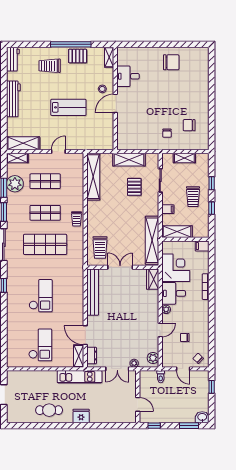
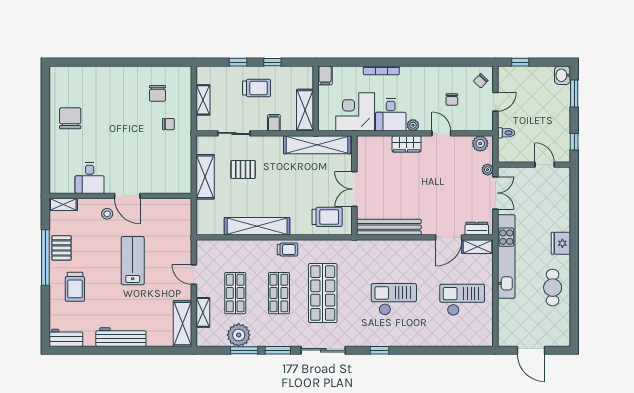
shelving: (17, 158) -> (203, 312), moved
shelving: (93, 177) -> (257, 226), moved
wardrobe: (153, 279) -> (407, 144), moved
kitchen unit: (80, 377) -> (506, 256), width x1.36
door: (138, 404) -> (545, 165), hinge flipped

